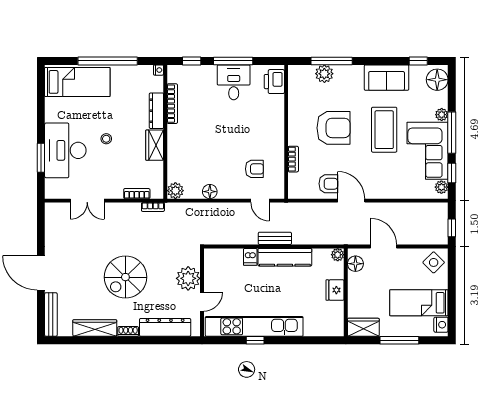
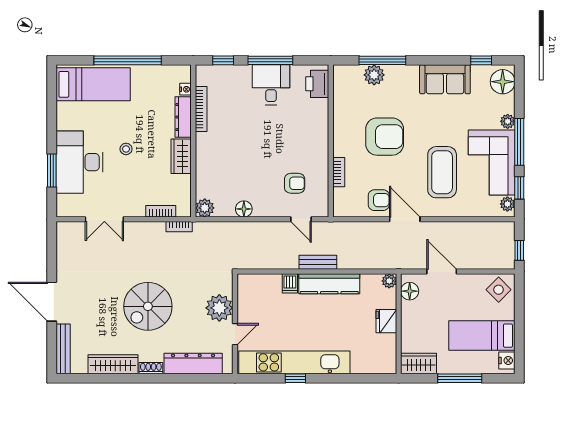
nightstand: (158, 70) -> (185, 89), moved
coffee table: (384, 130) -> (442, 172), moved

